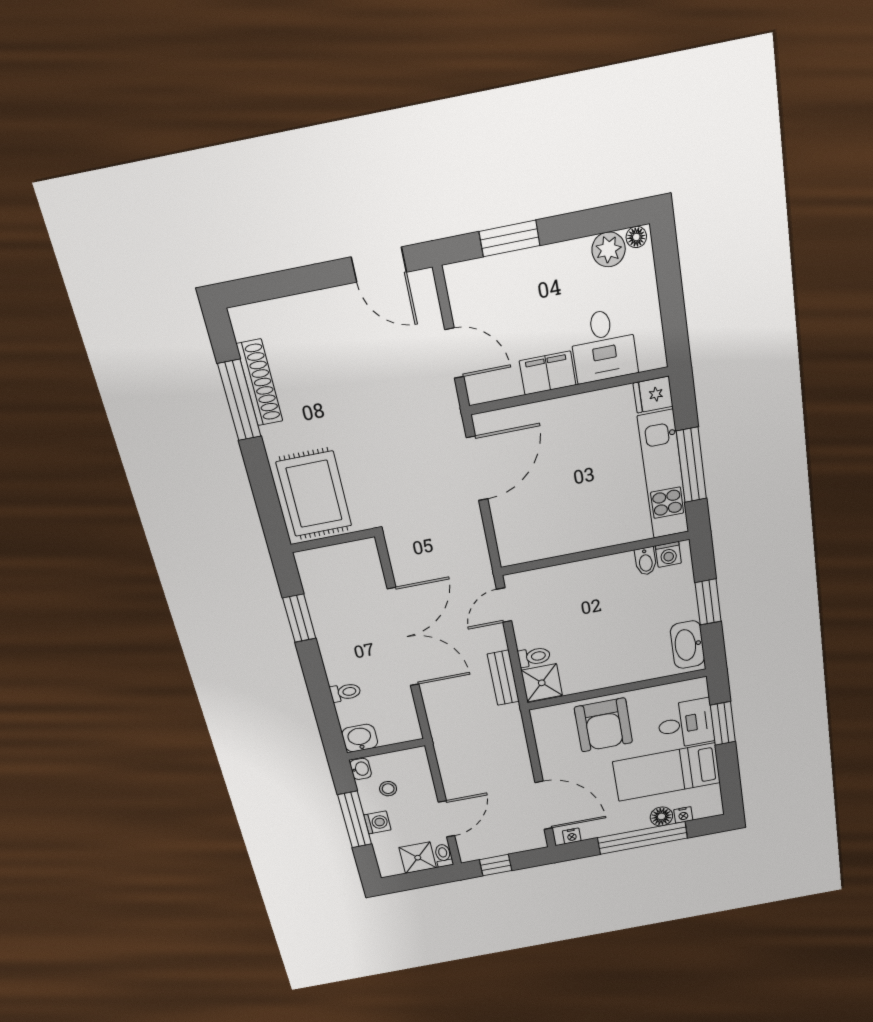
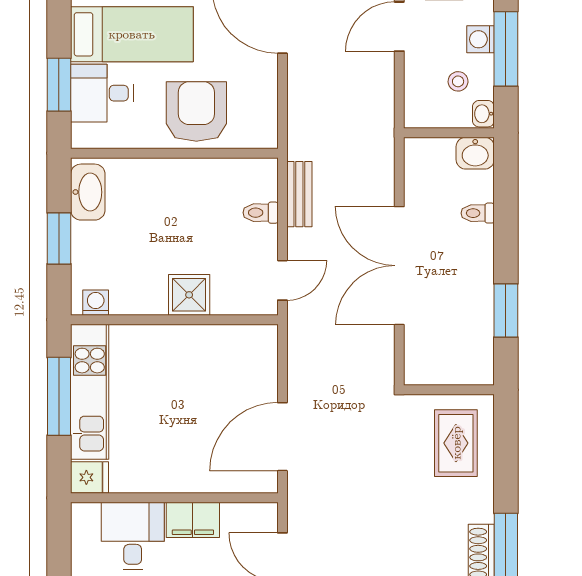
rug: (314, 494) -> (456, 443), width x0.73, depth x0.70
bidet: (646, 561) -> (121, 300), removed
shower: (542, 683) -> (189, 295), moved

